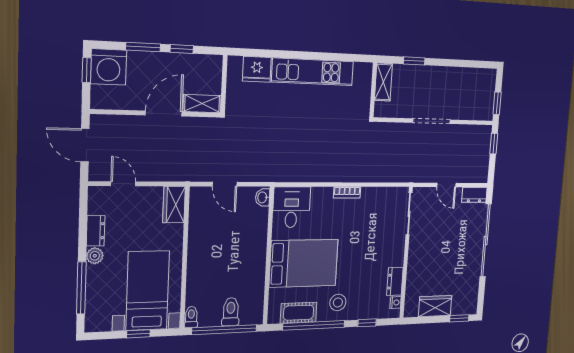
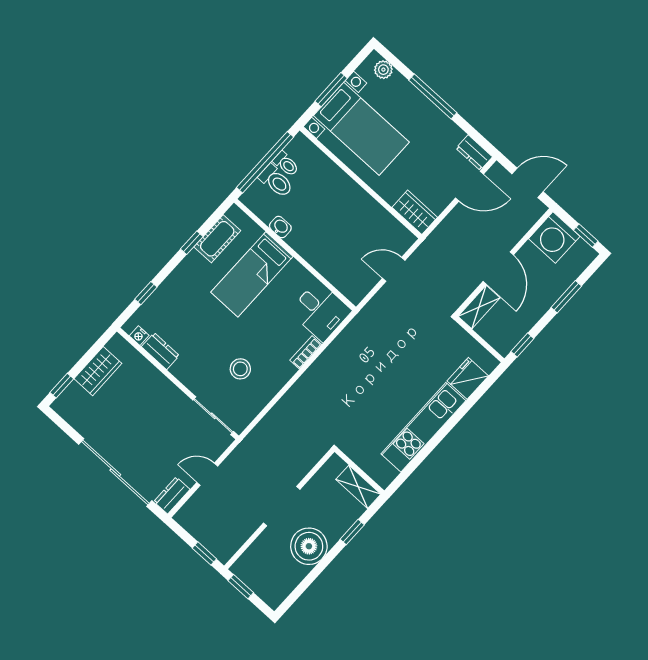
window: (182, 49) -> (522, 345), moved
washing machine: (109, 67) -> (554, 237), moved, turned -90
boiler: (443, 82) -> (309, 546), added
door: (123, 184) -> (469, 186), width x1.38
bookcase: (347, 192) -> (306, 352), moved
washbasin: (263, 197) -> (280, 227), moved
dresser: (96, 231) -> (474, 153), moved
plant: (95, 256) -> (383, 70), moved
bed: (304, 263) -> (252, 274), width x0.67
window: (81, 288) -> (433, 96), moved
stool: (338, 302) -> (240, 369), moved
toilet: (191, 317) -> (286, 164), moved
window: (314, 325) -> (192, 243), width x0.32
window: (138, 334) -> (331, 90), width x1.50

